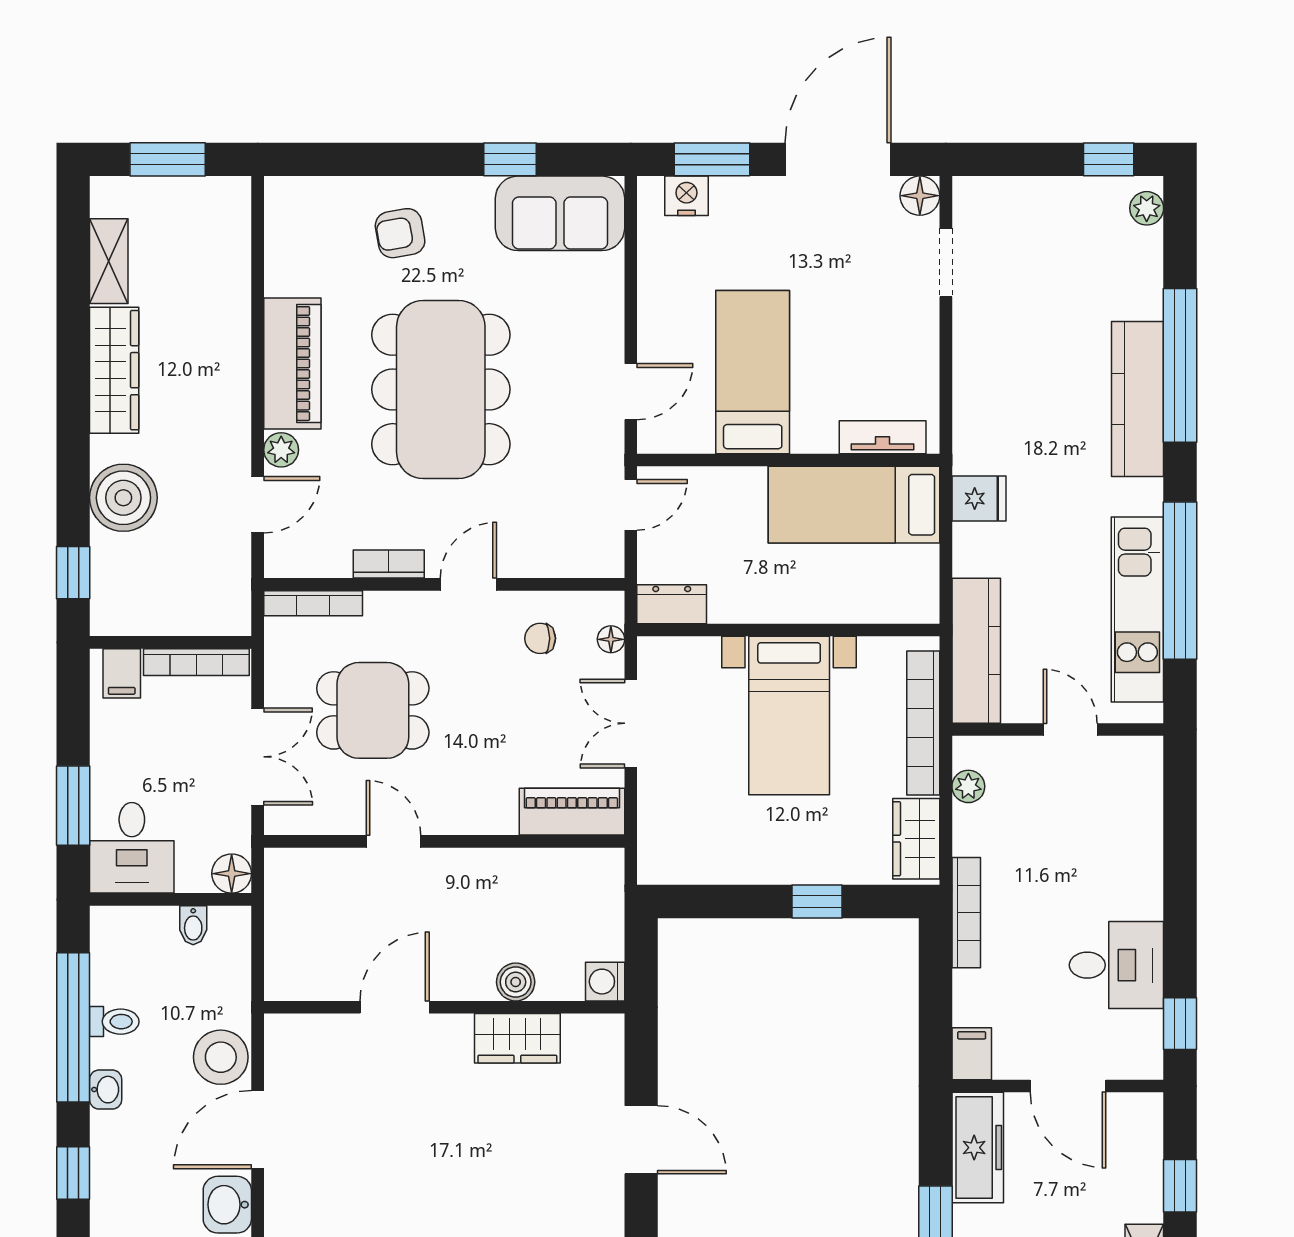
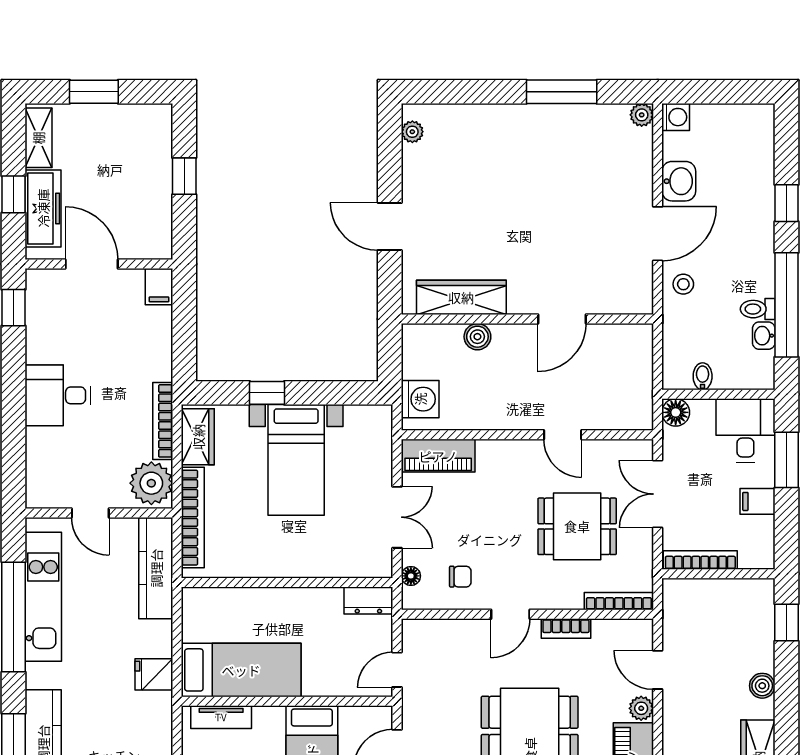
boiler: (123, 498) -> (762, 686), width x0.54, depth x0.54
door: (258, 505) -> (658, 670), hinge flipped
filing cabinet: (122, 673) -> (758, 501), moved, turned -90
bed with nightstands: (789, 716) -> (296, 460), moved, turned 180
plant: (968, 786) -> (151, 483), width x1.88, depth x1.88
bookcase: (966, 913) -> (163, 421), moved
desk: (1116, 965) -> (58, 395), moved
washing machine: (605, 982) -> (420, 399), moved, width x1.38, depth x1.38
wardrobe: (517, 1038) -> (461, 297), width x1.50
stool: (221, 1057) -> (683, 284), width x0.53, depth x0.53
washbasin: (106, 1090) -> (764, 336), moved
freezer: (978, 1148) -> (43, 208), moved, turned 180

